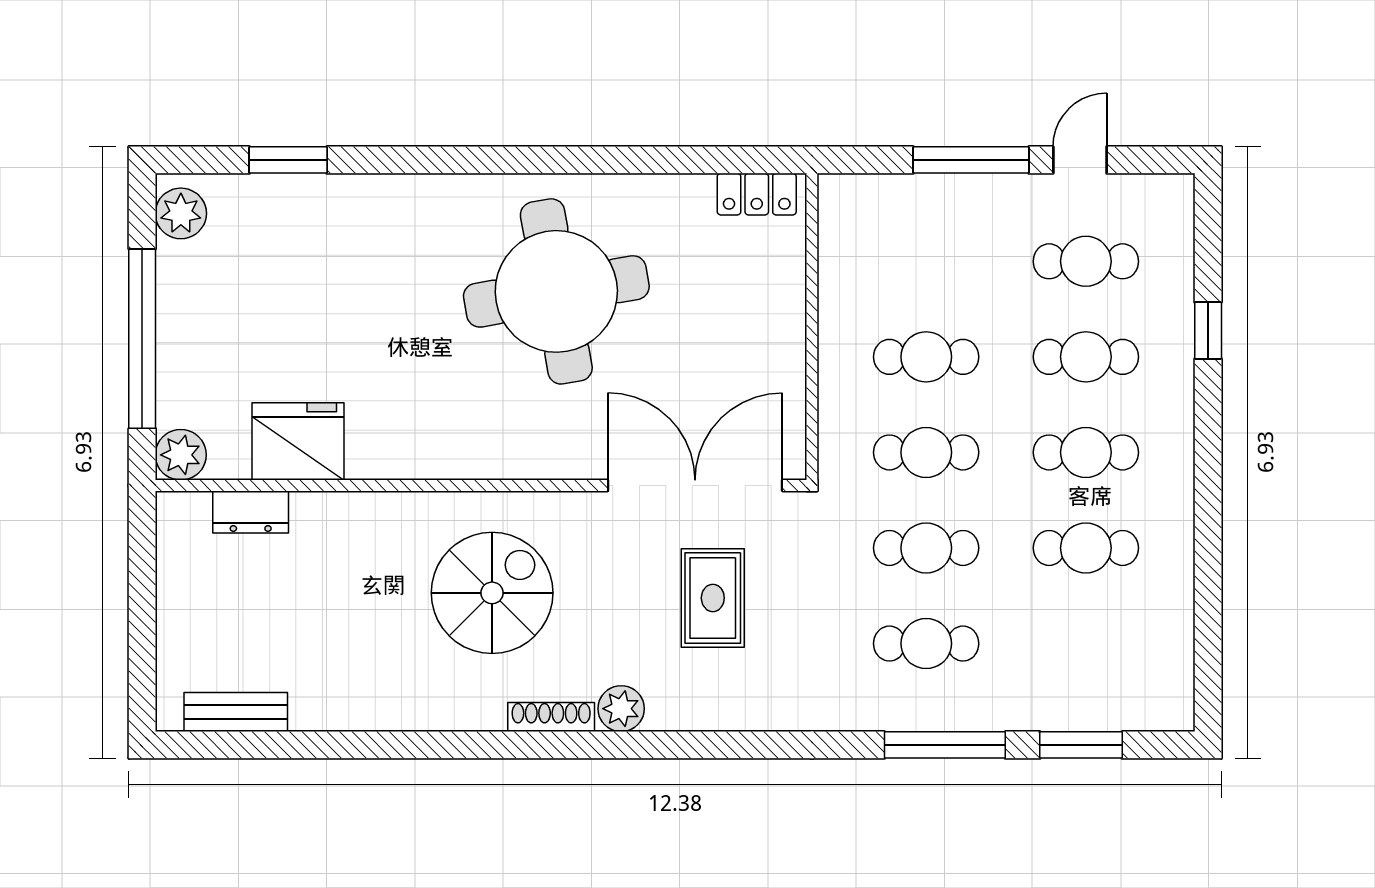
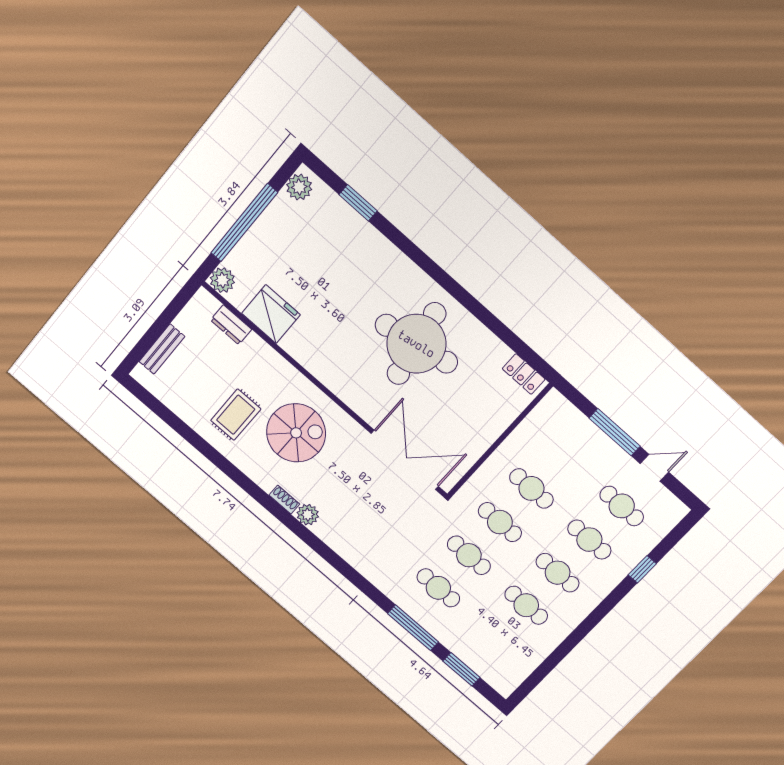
rug: (713, 598) -> (236, 415), moved
bench: (236, 712) -> (162, 349), moved, turned 90
shoe rack: (551, 717) -> (284, 500), width x0.70

